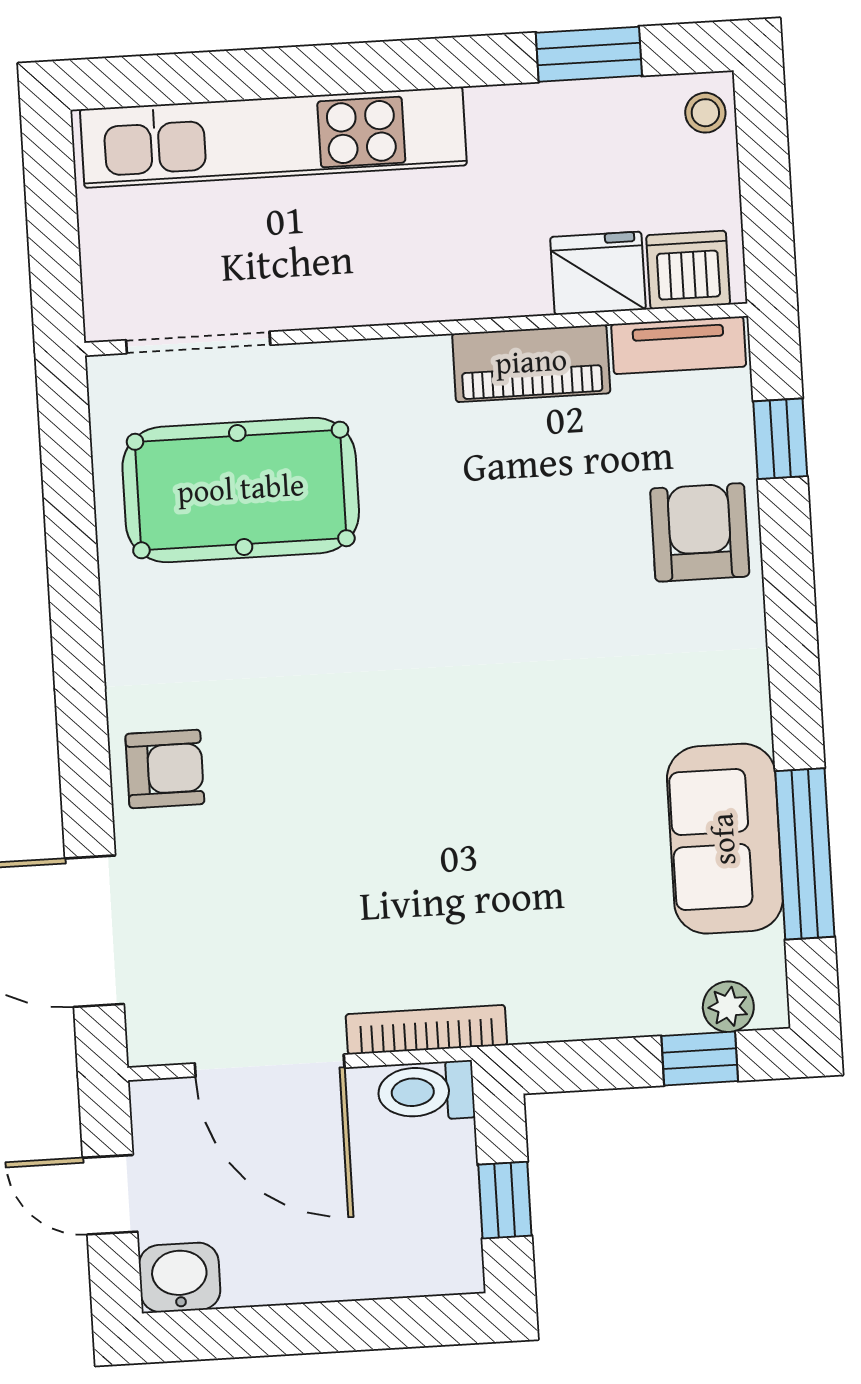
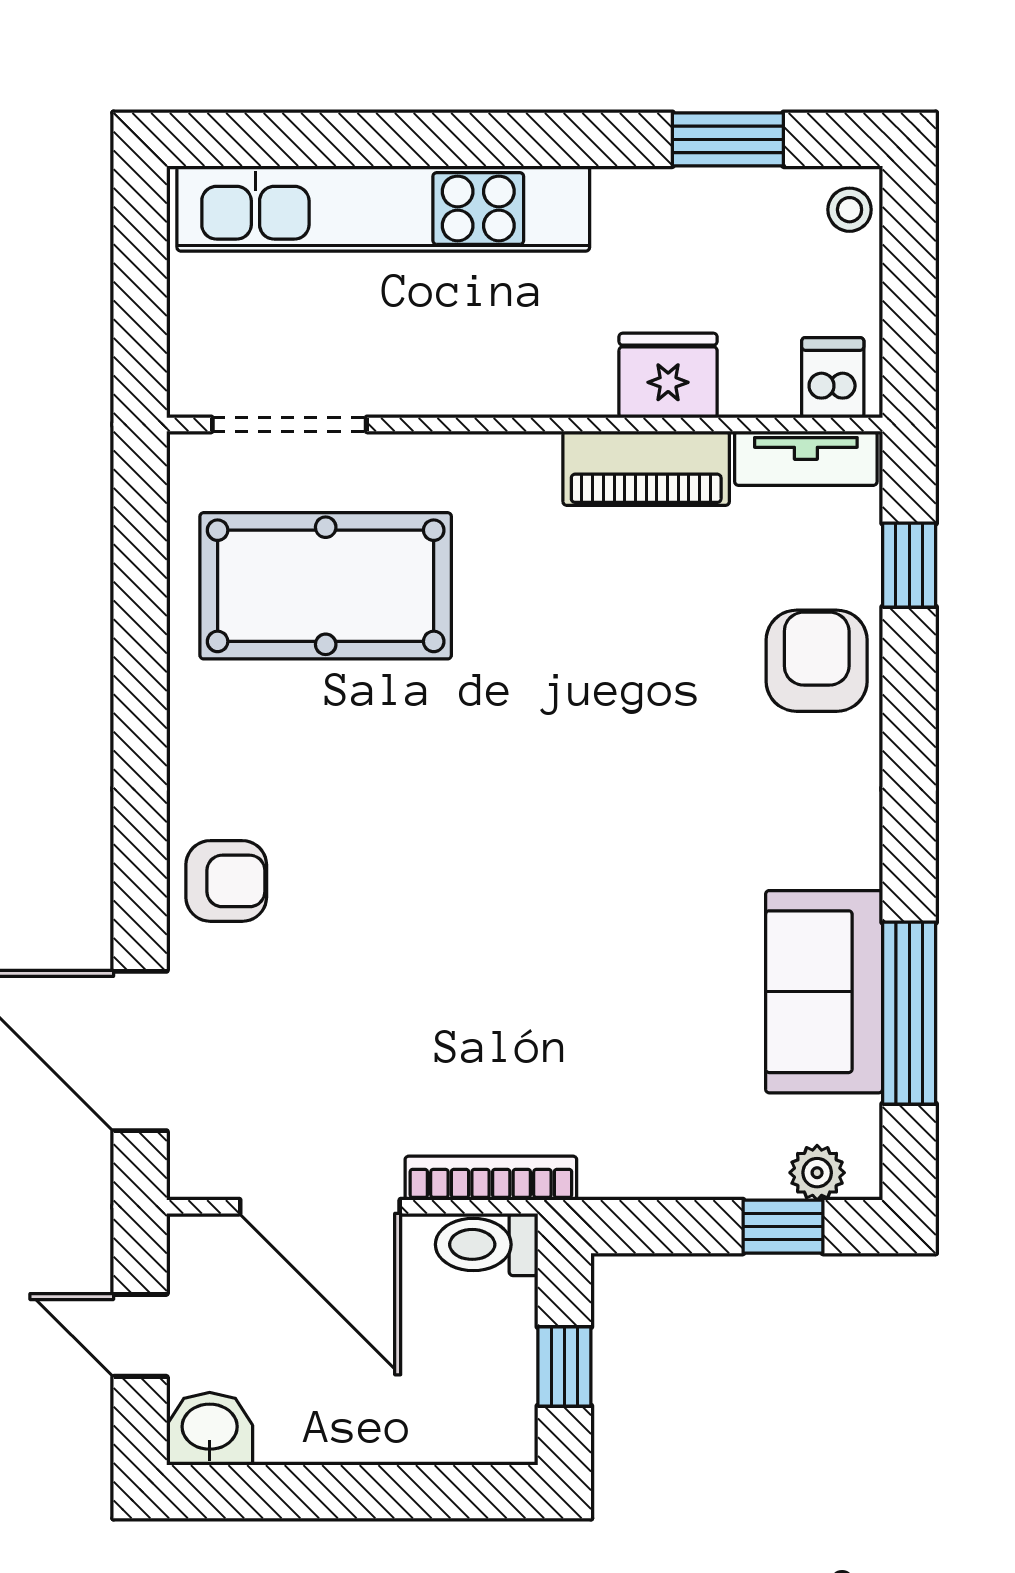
dishwasher: (688, 270) -> (833, 378), width x0.73
fridge: (598, 273) -> (668, 375), moved

